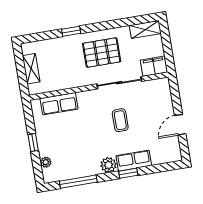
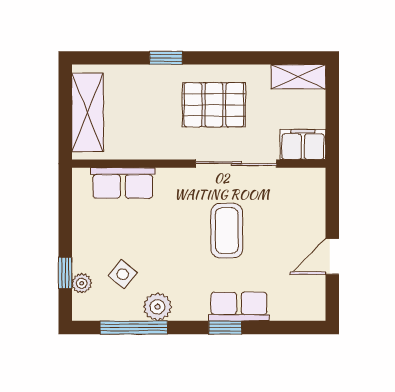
shelving: (31, 69) -> (88, 113), width x1.50, depth x1.33
coffee table: (120, 120) -> (227, 231), width x1.36, depth x1.30
window: (33, 143) -> (65, 273), moved
side table: (67, 154) -> (123, 274), added
plant: (108, 165) -> (157, 307), moved

